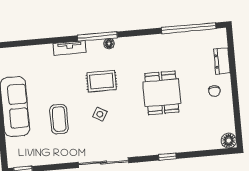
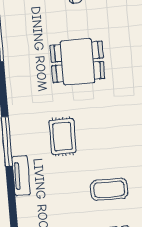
floor lamp: (109, 44) -> (16, 127), removed
side table: (100, 114) -> (103, 139), removed

